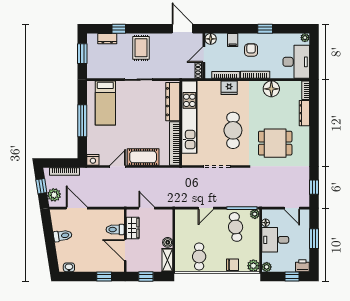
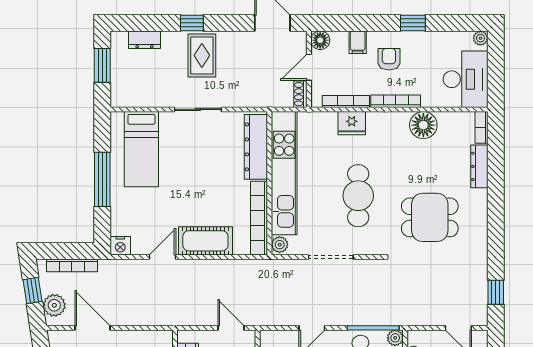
window: (119, 29) -> (192, 23), moved
plant: (187, 159) -> (280, 245), added
door: (147, 208) -> (231, 328), moved

